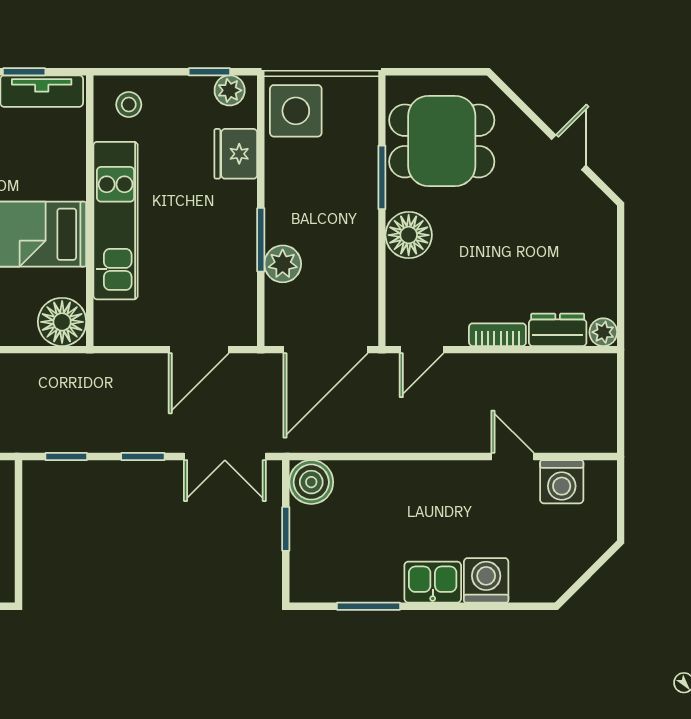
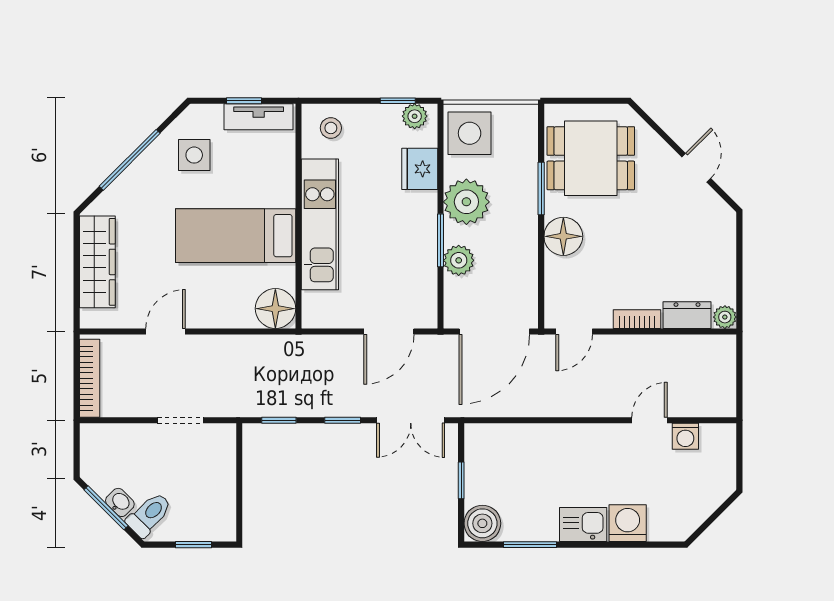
plant: (292, 193) -> (466, 202), added
door: (513, 457) -> (650, 420), hinge flipped
boiler: (311, 482) -> (482, 523), moved
washing machine: (562, 482) -> (685, 436), width x0.73, depth x0.73

